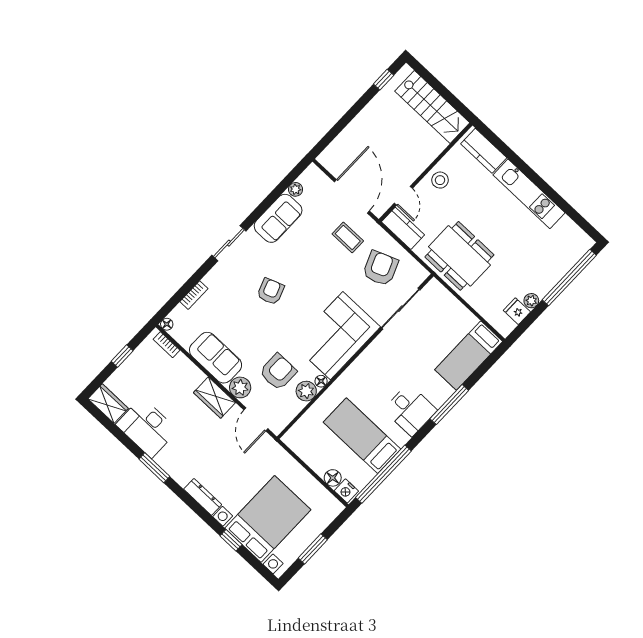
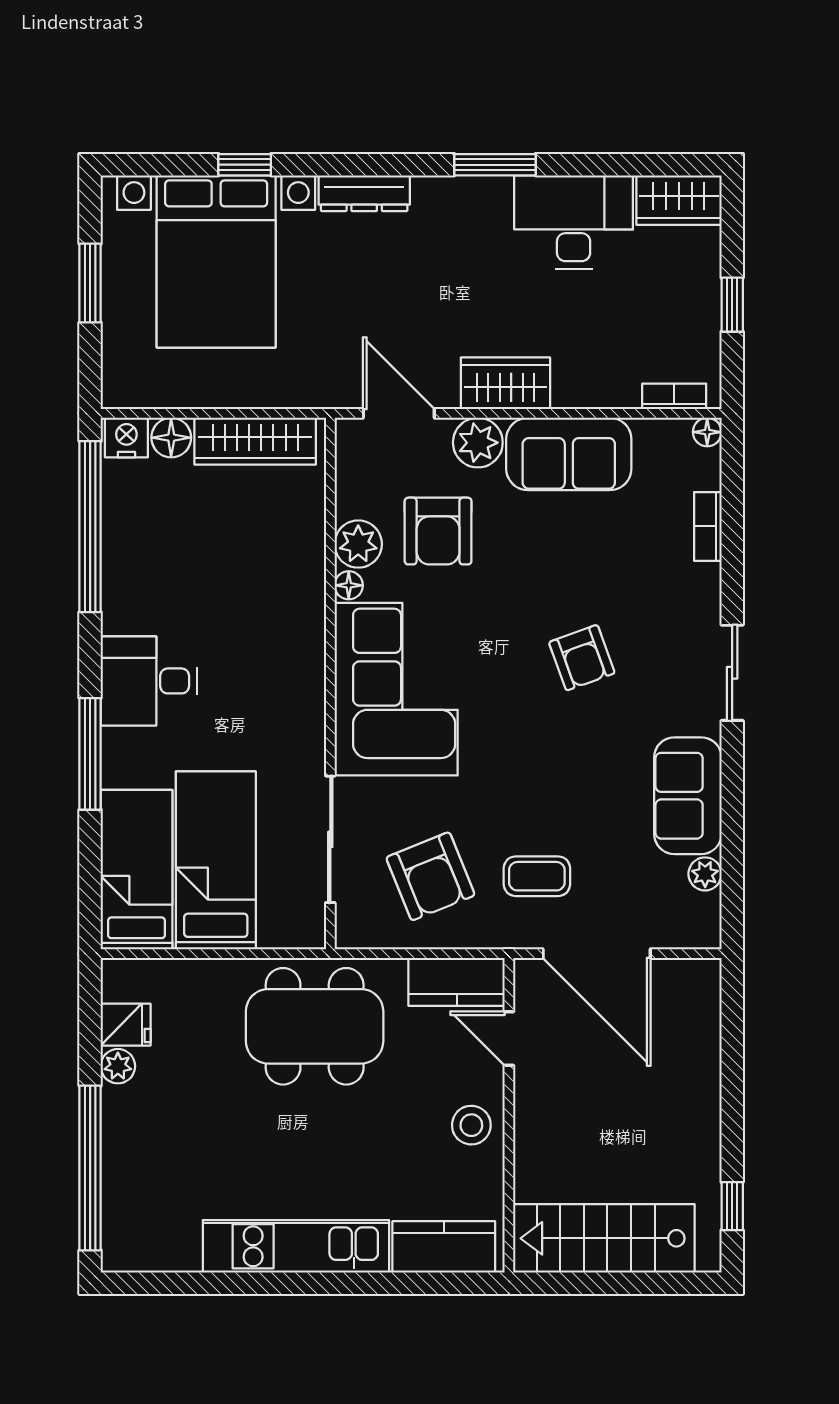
bed: (362, 436) -> (216, 860), moved, turned -90
wardrobe: (308, 452) -> (255, 441), added

